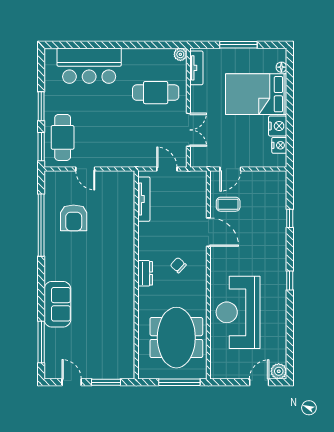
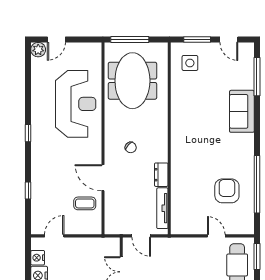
door: (230, 169) -> (54, 236), moved
dresser: (145, 273) -> (161, 175), moved
side table: (114, 357) -> (190, 63), added

